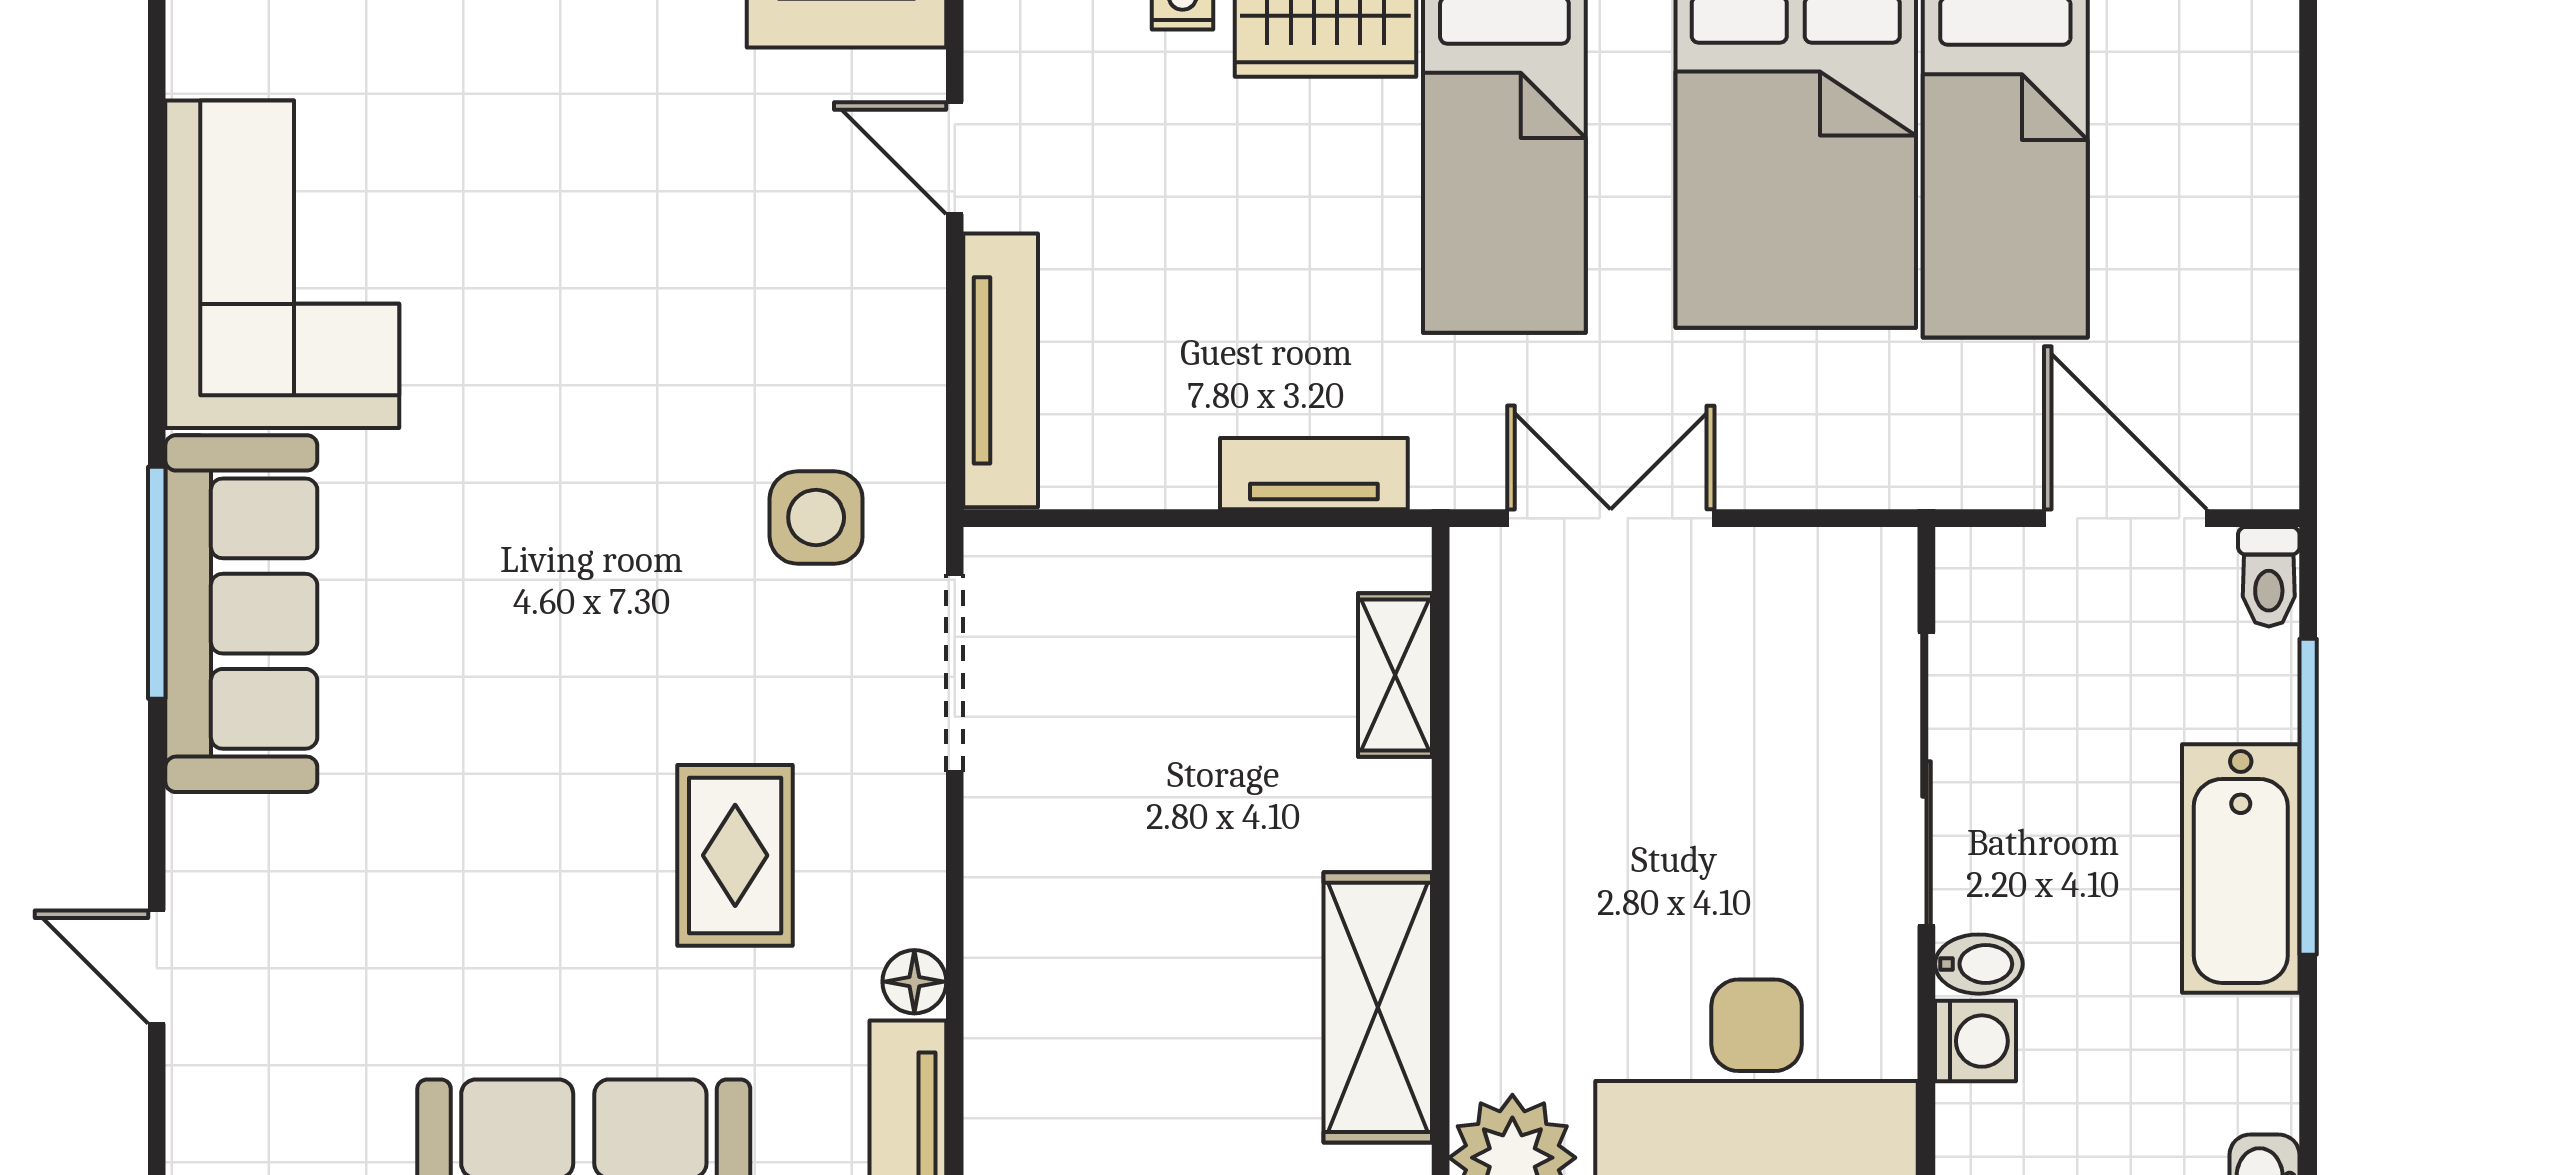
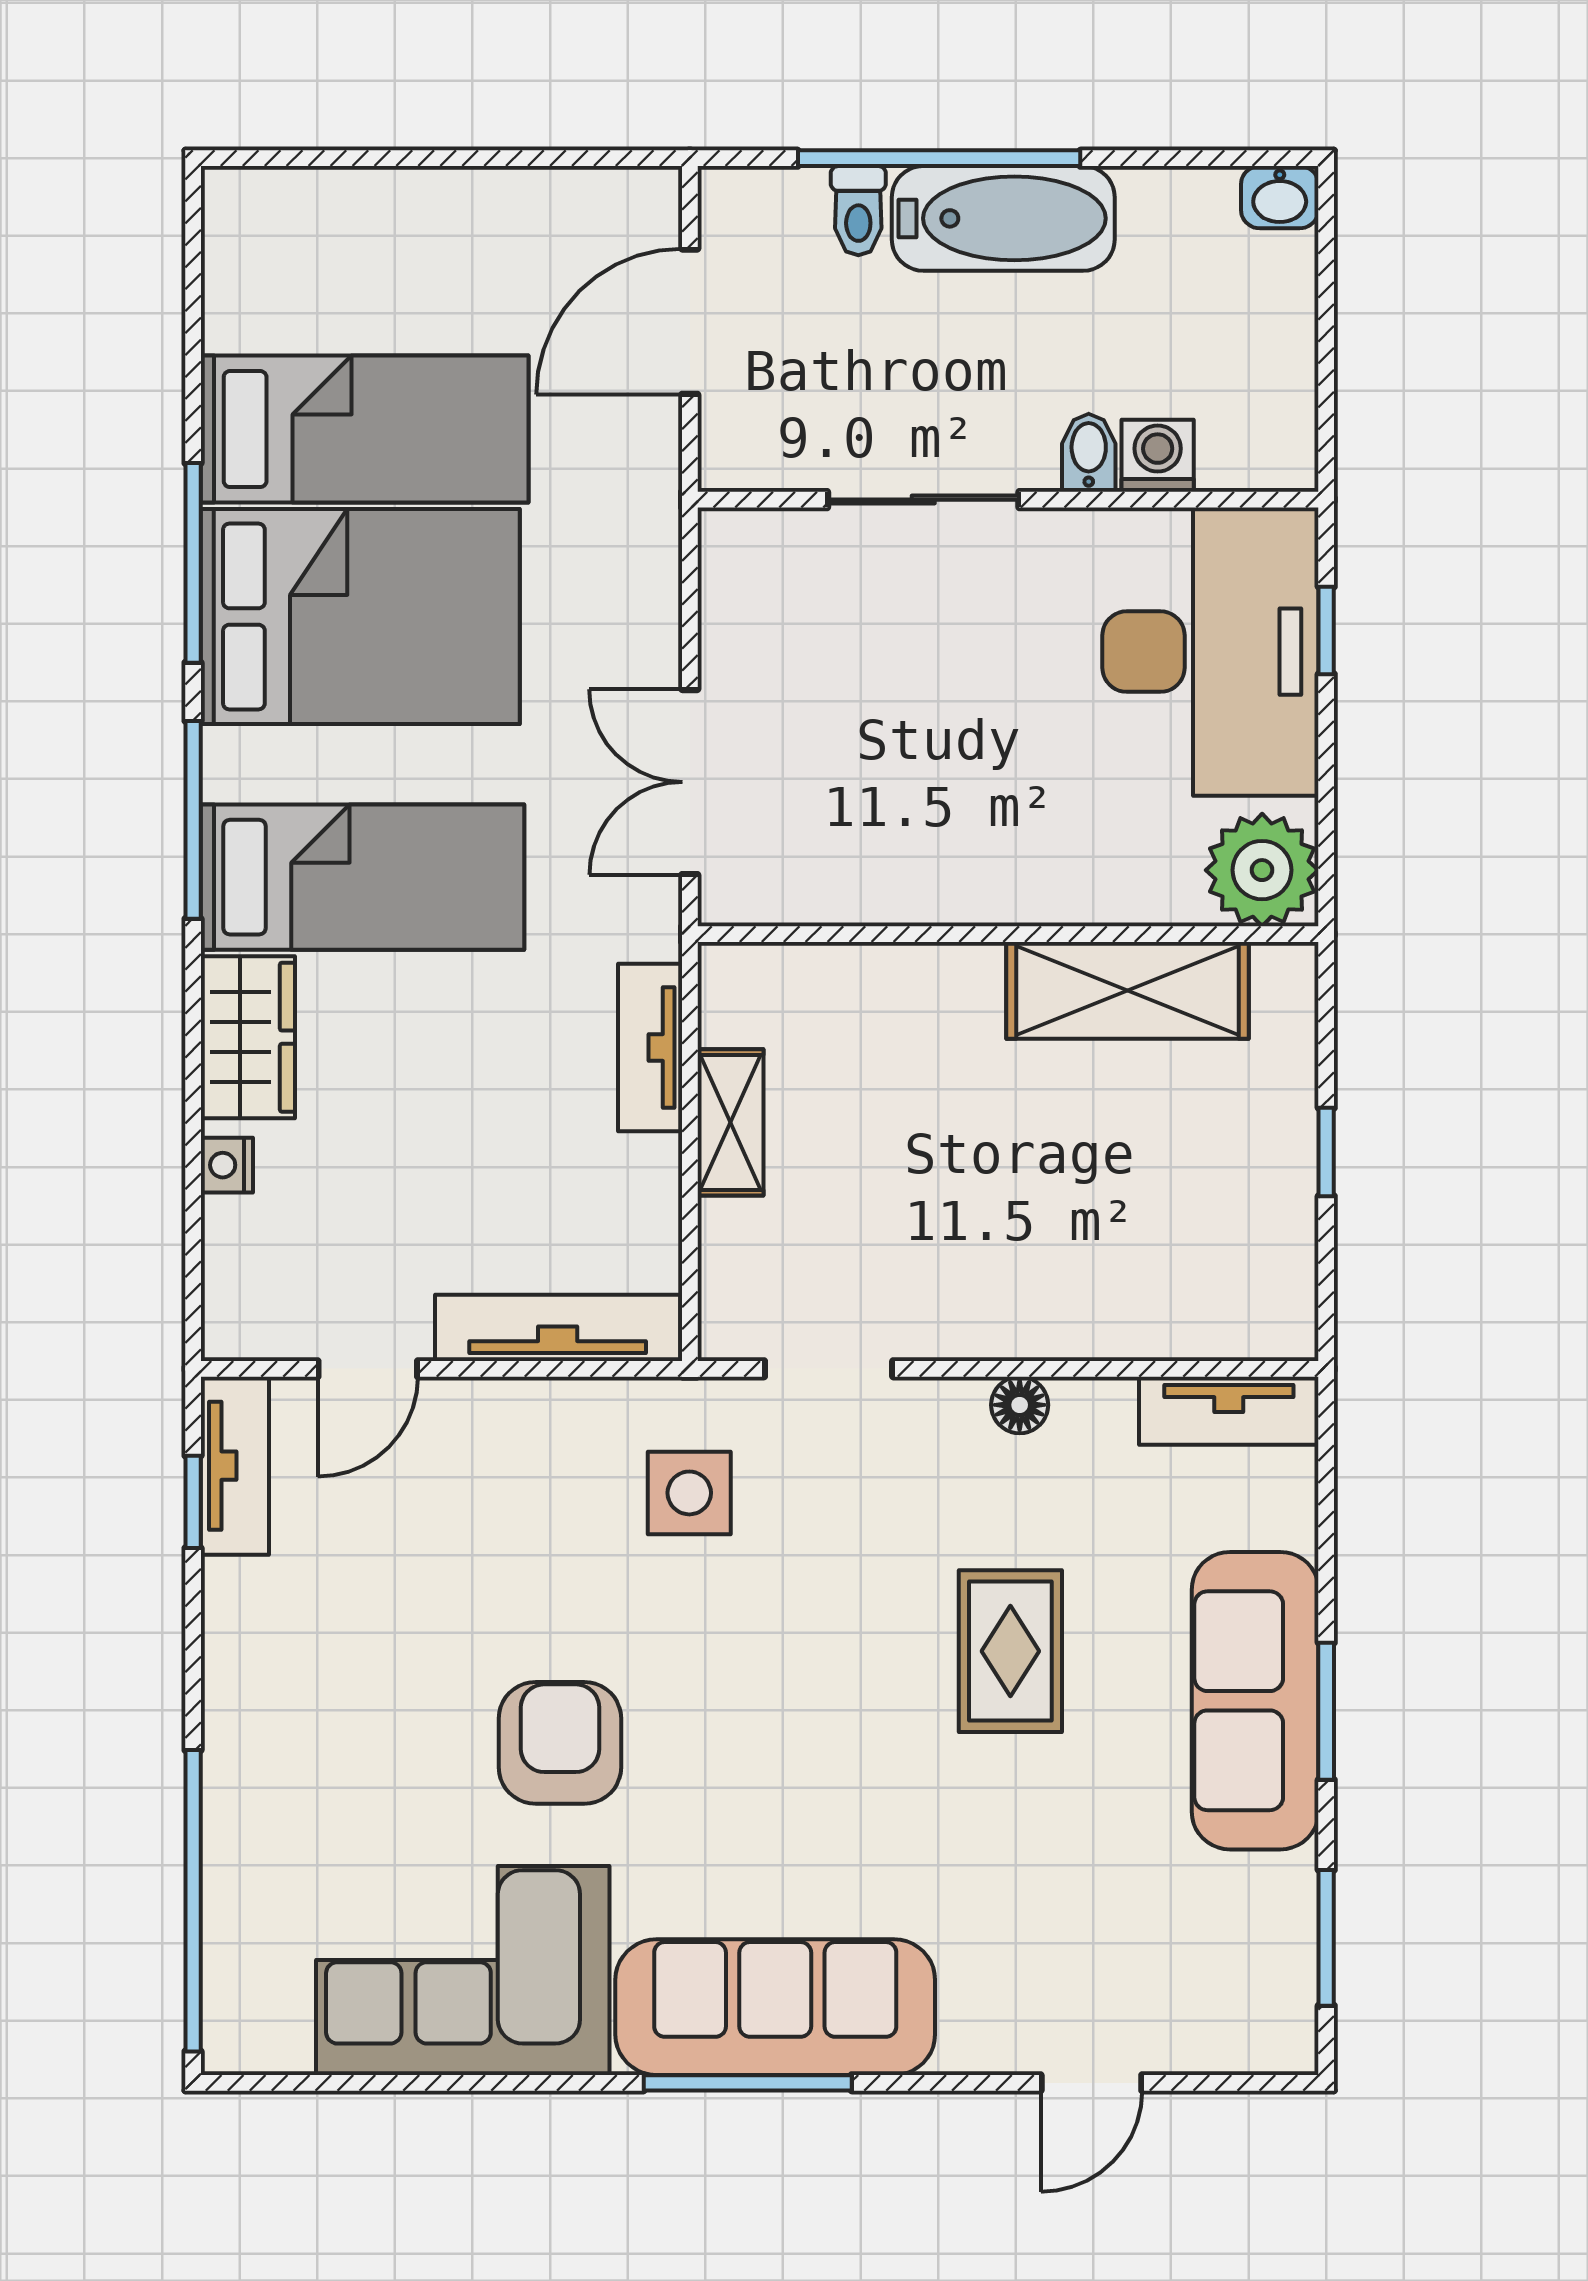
armchair: (537, 373) -> (560, 1743), added
toilet: (2269, 577) -> (858, 211), moved, turned 90
doorway: (955, 673) -> (829, 1369), width x0.73
shelving: (1395, 675) -> (731, 1122), moved, turned 90
sliding door: (1926, 779) -> (923, 500), width x0.73
rug: (735, 855) -> (1010, 1651), moved, turned 90
floor lamp: (914, 982) -> (1020, 1405), moved

